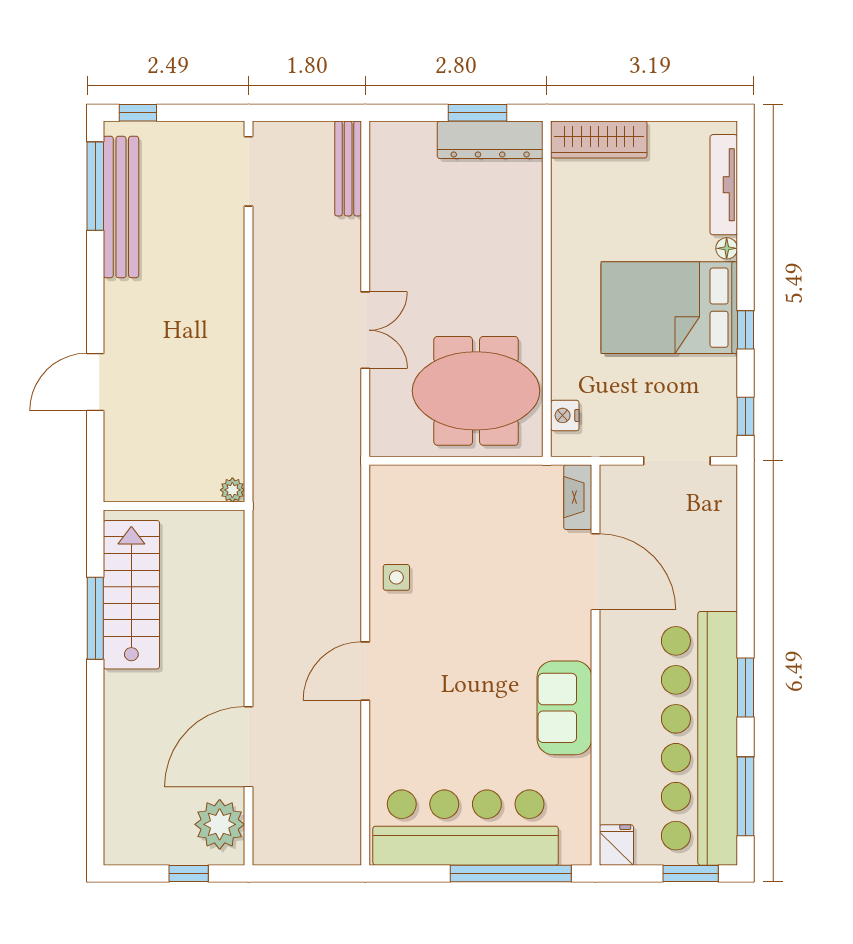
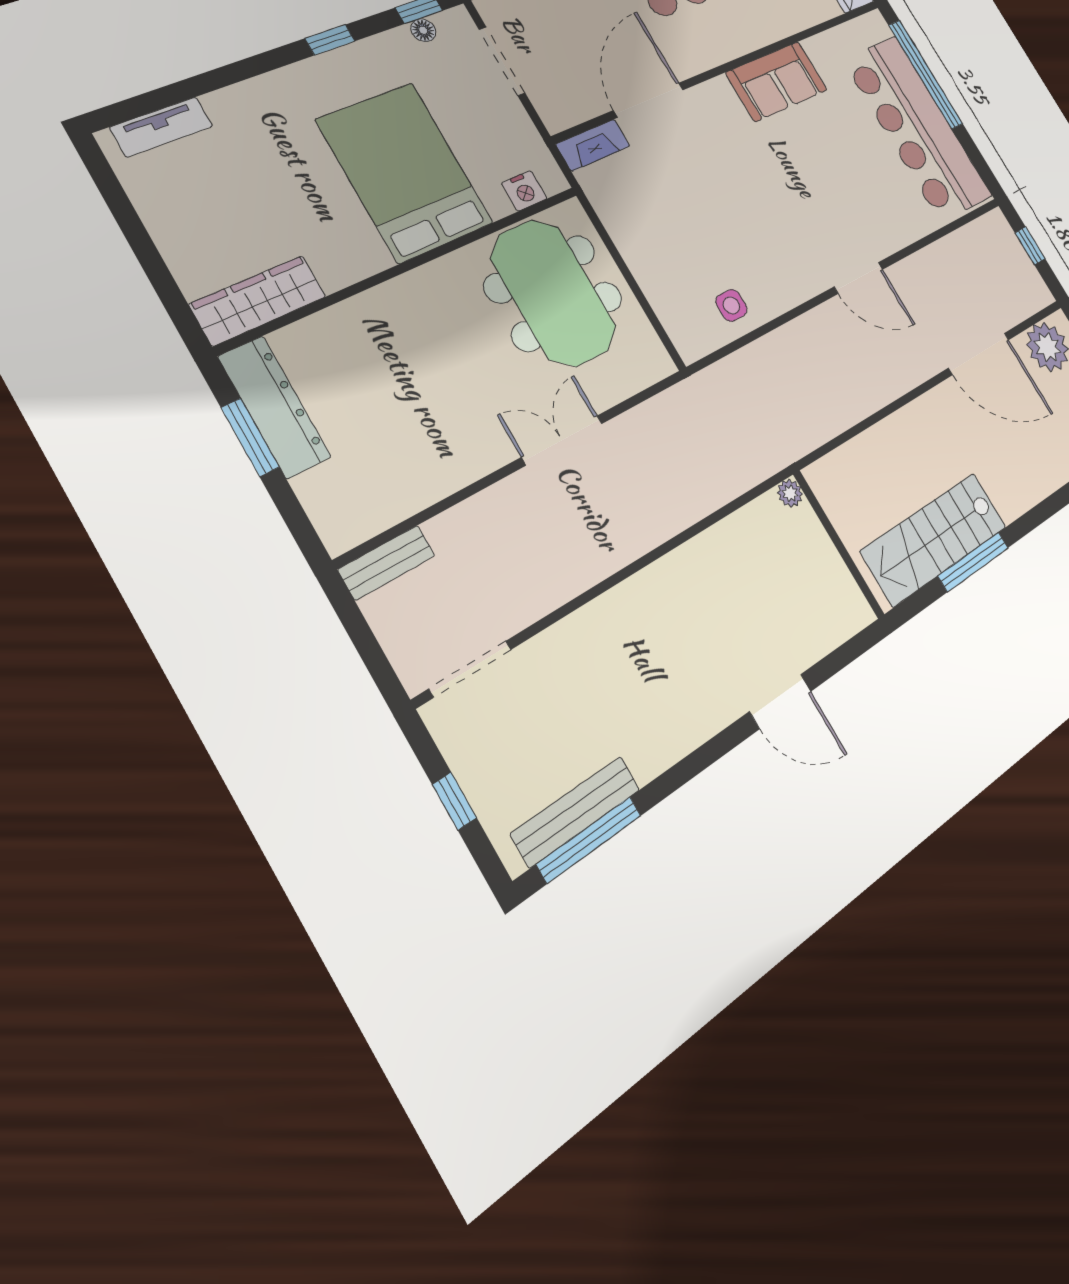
window: (138, 113) -> (454, 801), moved
wardrobe: (599, 140) -> (258, 300), moved, turned -90
bench: (348, 168) -> (387, 563), width x0.73
tv unit: (724, 185) -> (162, 127), width x0.71
bench: (121, 207) -> (576, 811), width x0.73, depth x0.82
floor lamp: (727, 248) -> (423, 30), moved
bed: (669, 308) -> (405, 172), moved, turned 180
side table: (396, 577) -> (731, 305), moved
window: (312, 873) -> (1030, 246), added

